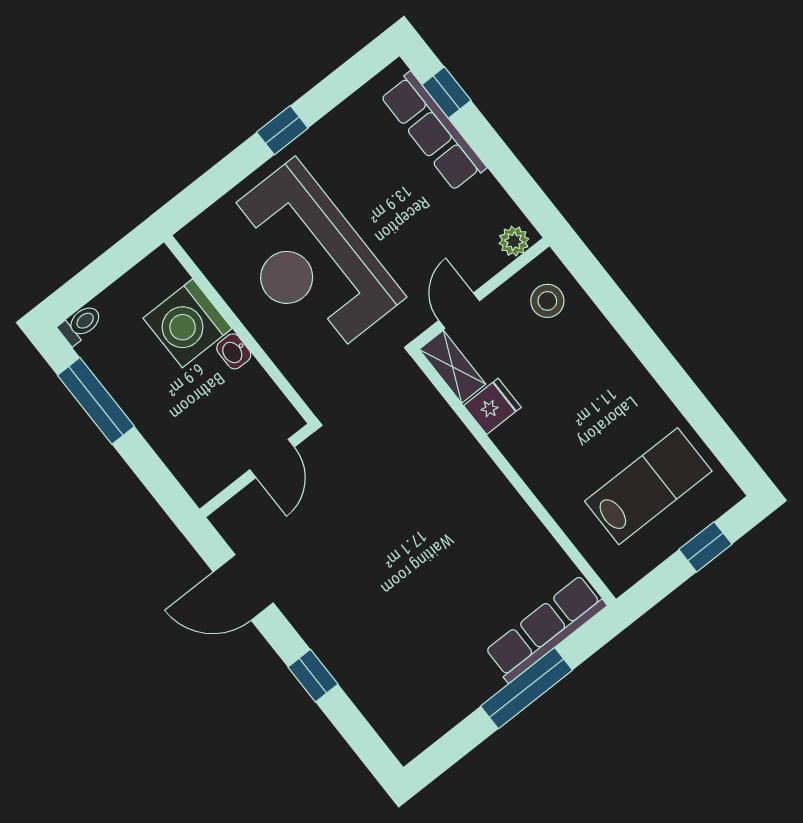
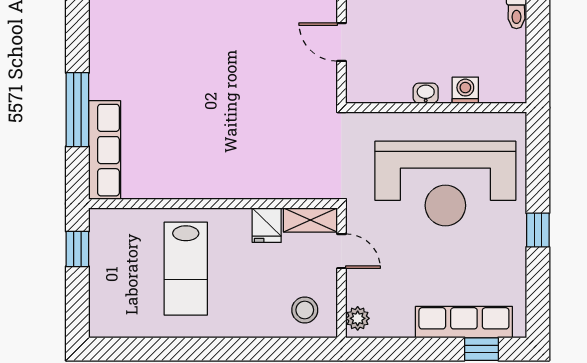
reception desk: (309, 260) -> (445, 183), turned 180
washing machine: (188, 323) -> (465, 90), width x0.53, depth x0.53
door: (272, 458) -> (341, 42), moved
lab bench: (648, 486) -> (186, 269), moved
window: (705, 547) -> (77, 249), moved

